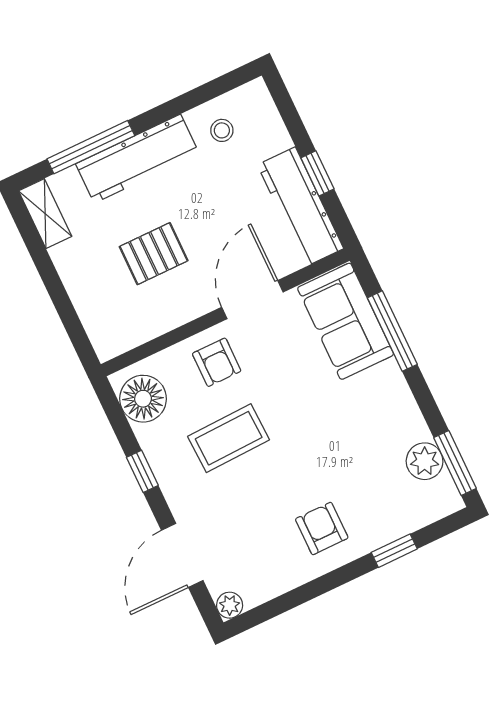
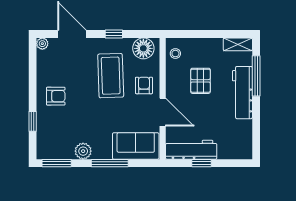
stool: (222, 130) -> (175, 54), moved
window: (392, 331) -> (110, 163), moved
armchair: (217, 362) -> (144, 85), turned 90
coffee table: (229, 438) -> (111, 76), width x1.36, depth x1.32
plant: (425, 461) -> (83, 151), moved

